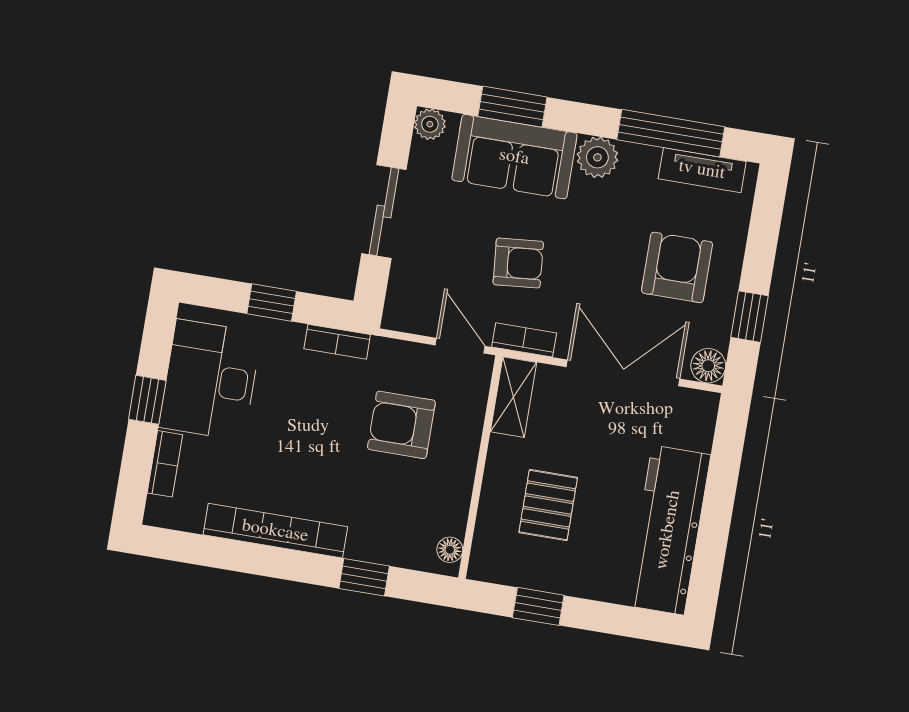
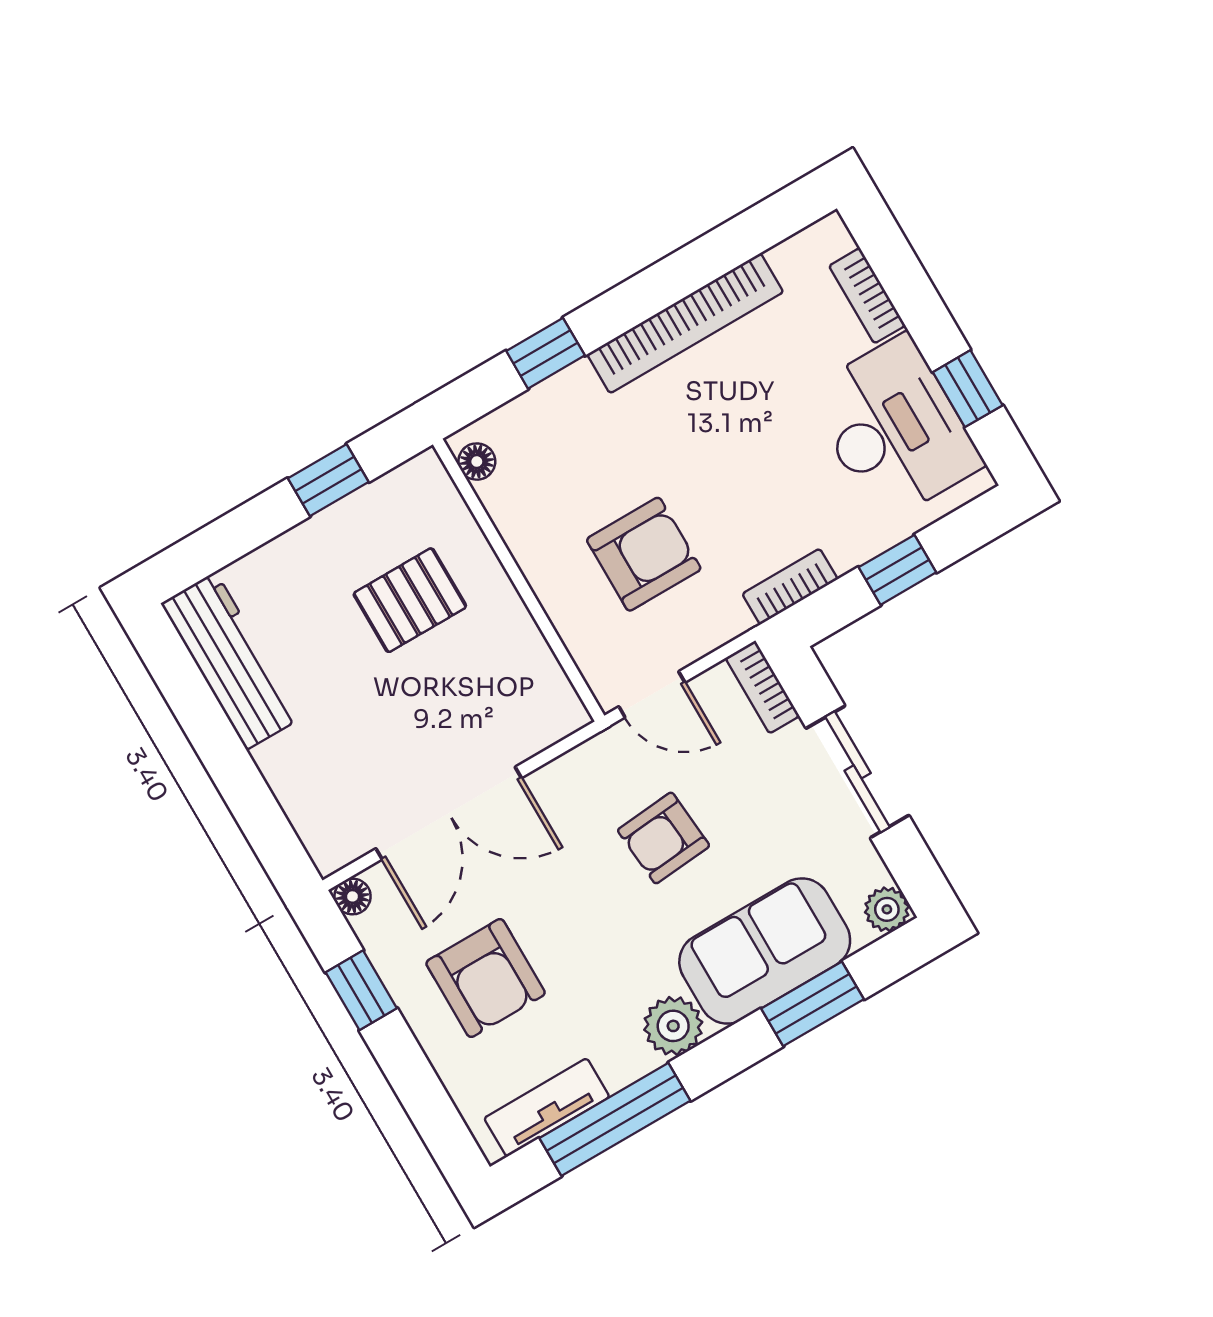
bookcase: (524, 340) -> (762, 687), moved, turned 90
floor lamp: (708, 366) -> (353, 896), width x0.73, depth x0.73
shelving: (513, 397) -> (546, 687), removed
window: (147, 400) -> (968, 389), moved
pallet: (548, 505) -> (410, 600), turned 90
workbench: (668, 530) -> (231, 661), width x0.73, depth x0.76

